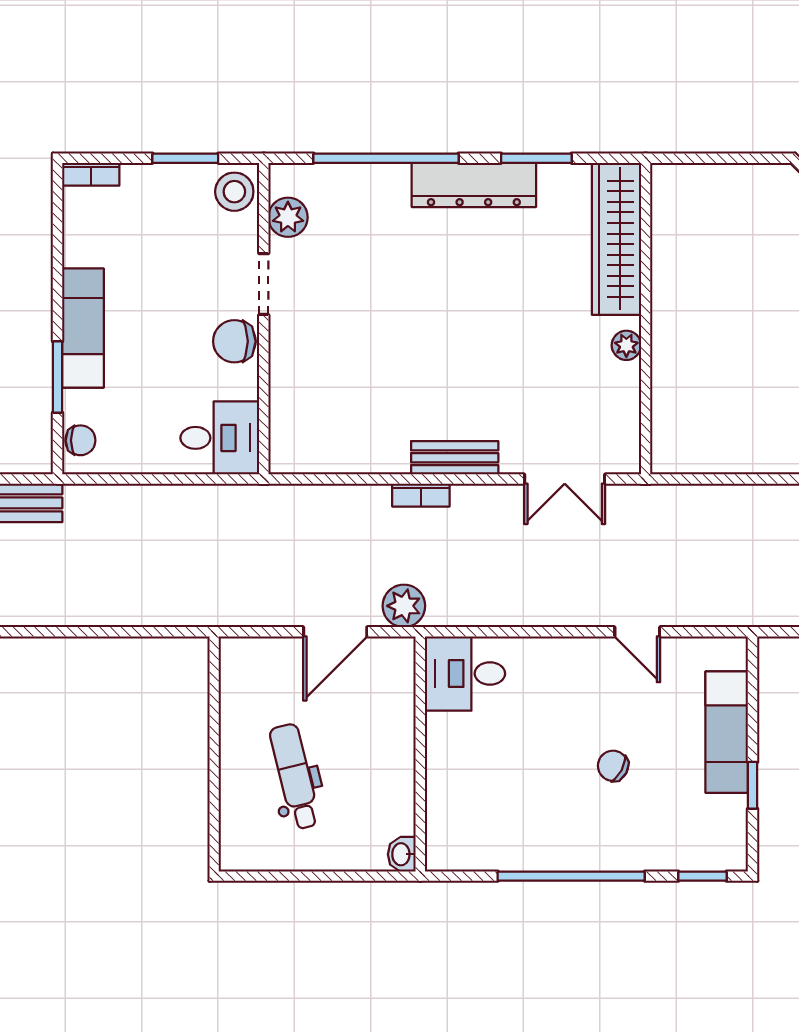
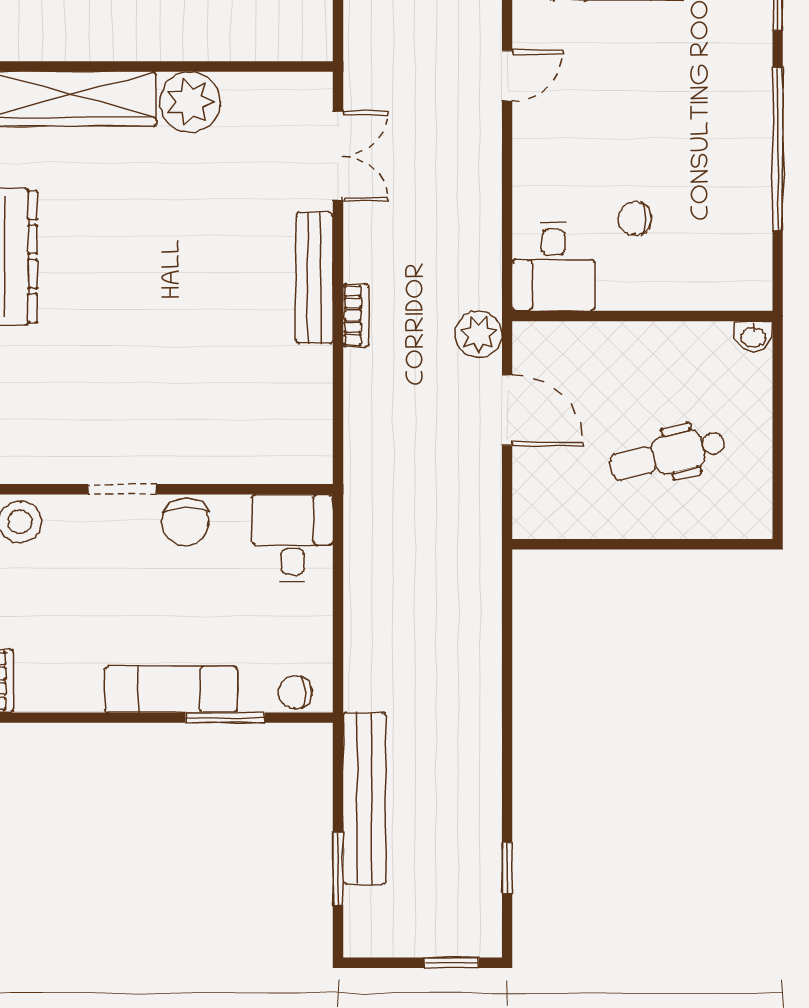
plant: (288, 217) -> (48, 462), removed
plant: (626, 345) -> (190, 102), width x1.87, depth x1.87
chair: (80, 440) -> (295, 692), turned -90
bench: (455, 458) -> (314, 278), width x1.36
chair: (613, 766) -> (635, 219), moved, turned 62

